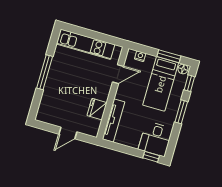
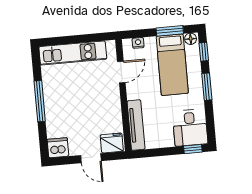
fridge: (97, 109) -> (112, 143), moved, turned 90
dishwasher: (45, 115) -> (58, 148), added
door: (68, 133) -> (91, 158), hinge flipped

